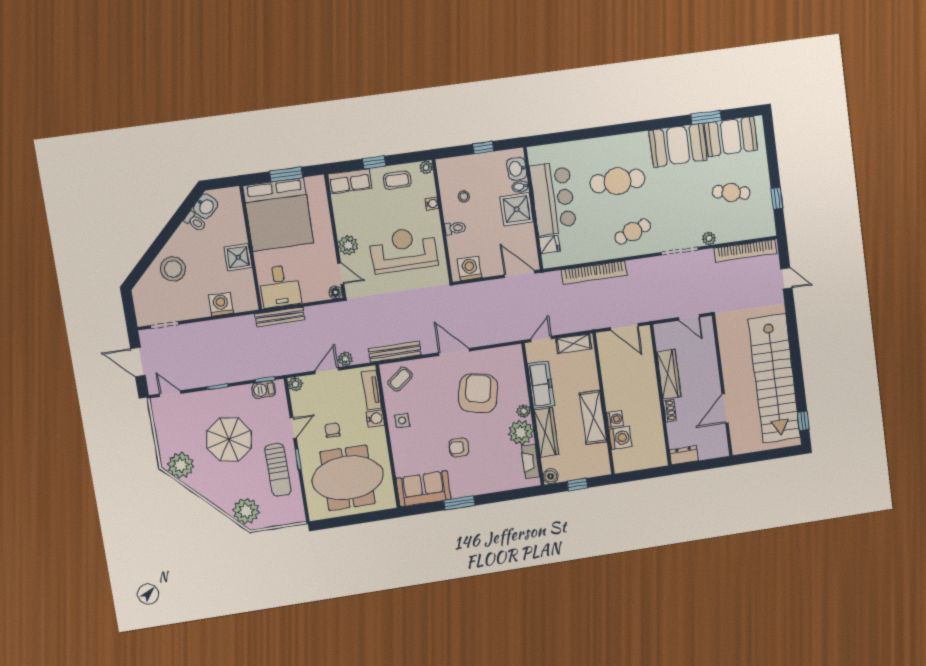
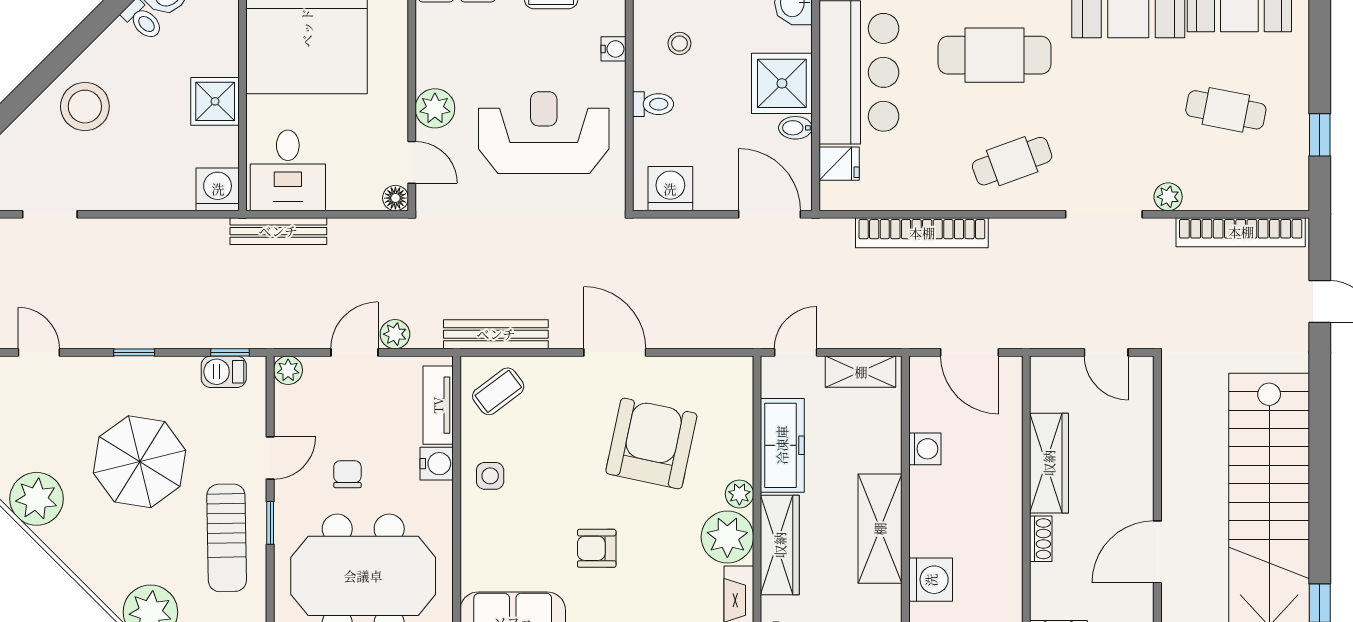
bidet: (520, 186) -> (795, 128), moved
washing machine: (221, 304) -> (218, 189), moved
washing machine: (615, 419) -> (925, 449), moved

